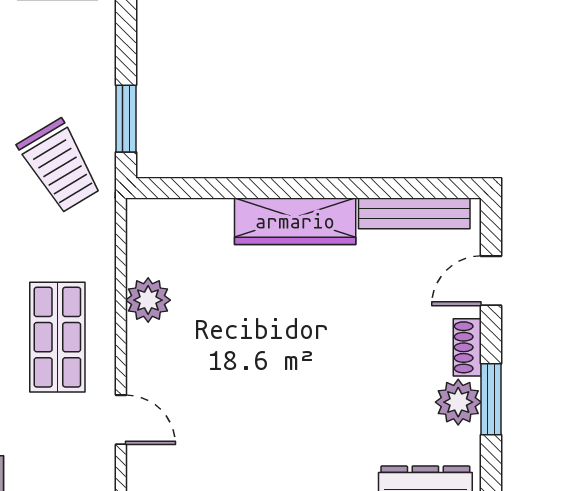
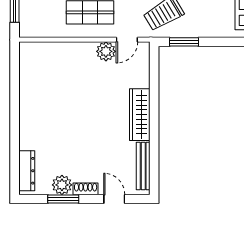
door: (121, 420) -> (127, 40), moved

